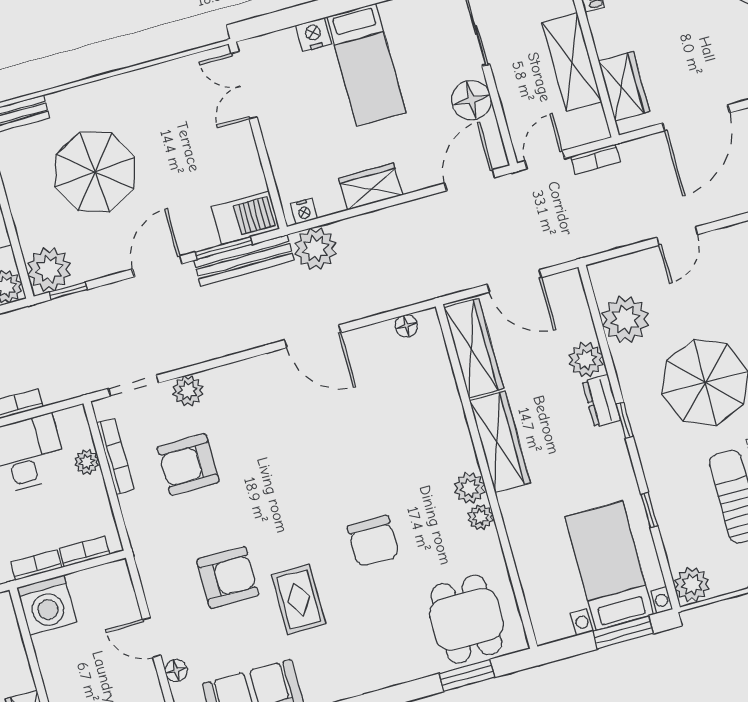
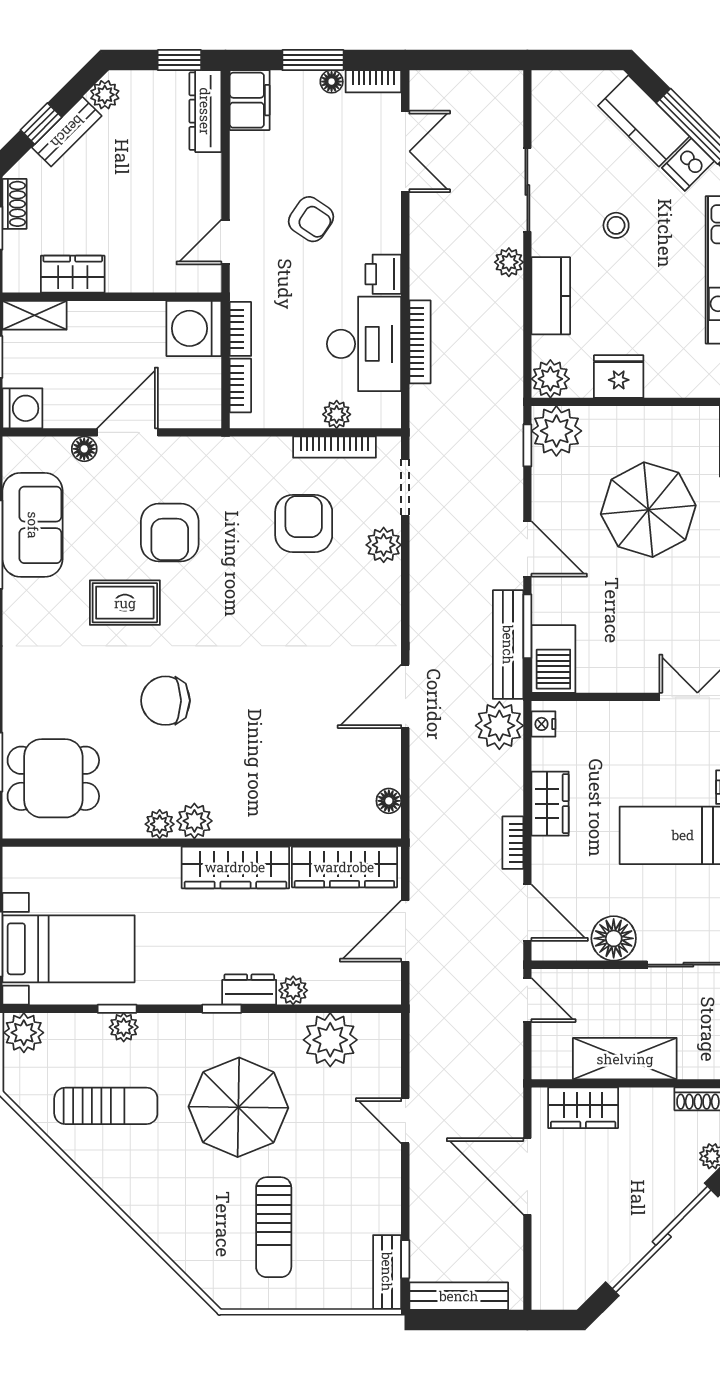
bookcase: (596, 159) -> (513, 843), moved
plant: (586, 360) -> (293, 990), width x0.73, depth x0.73
plant: (664, 500) -> (124, 1027), added
door: (152, 637) -> (127, 432), width x1.38

